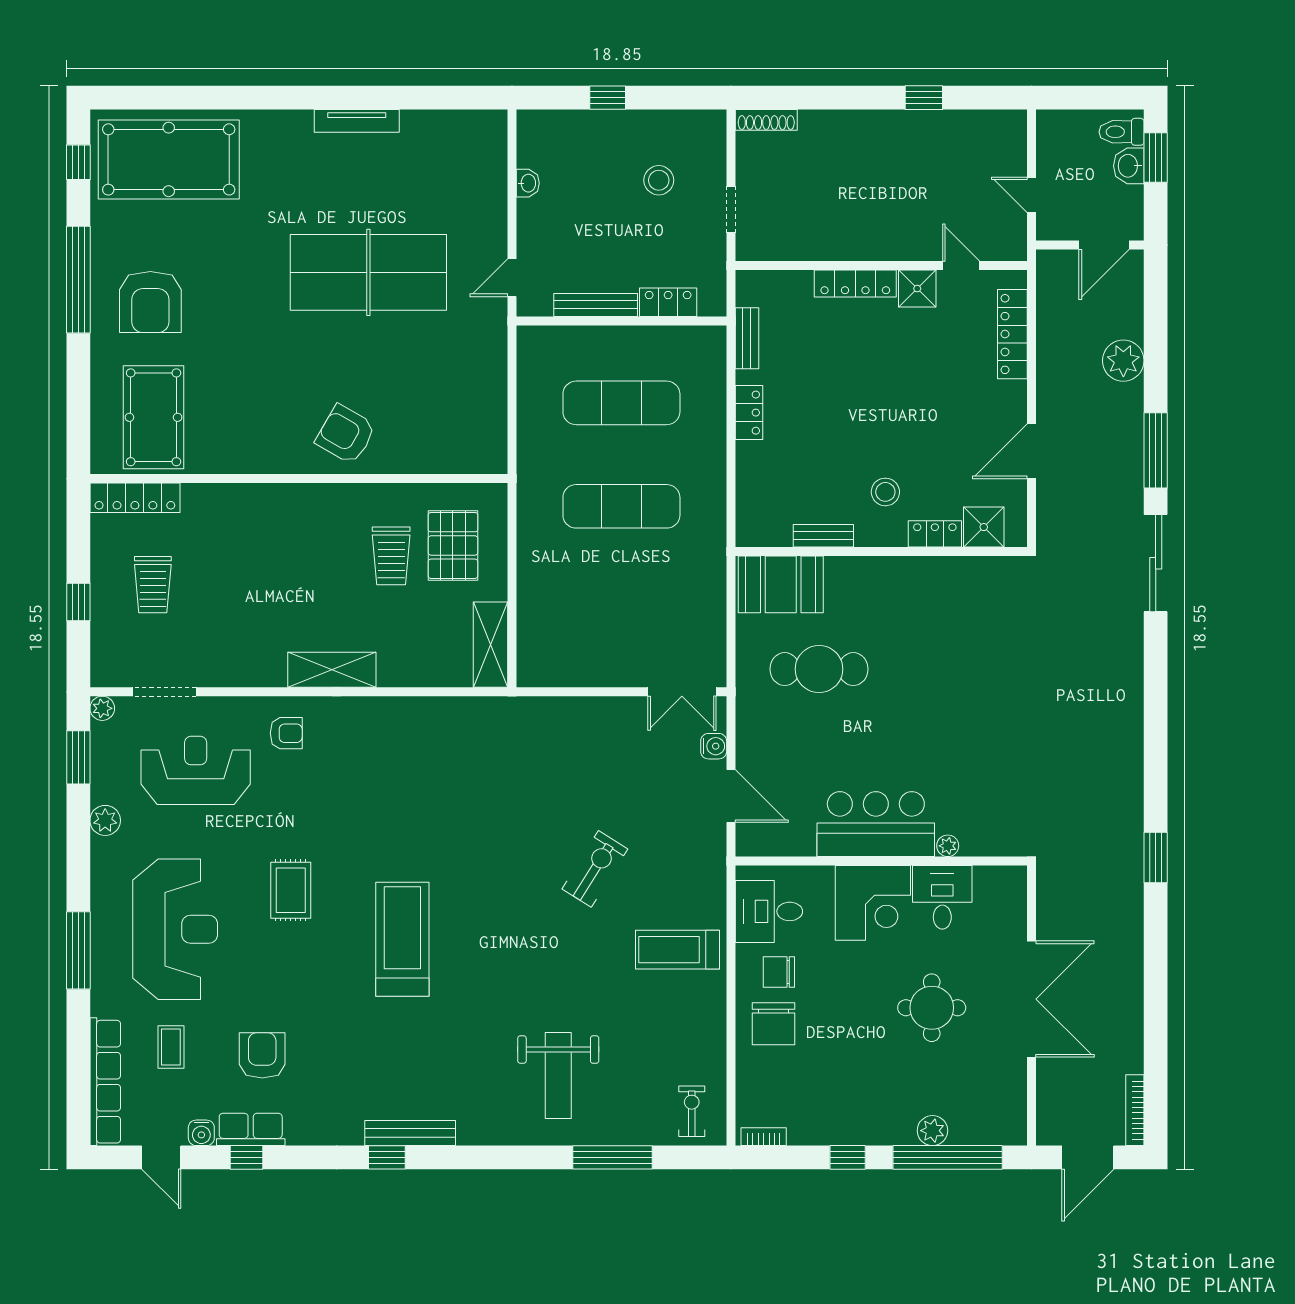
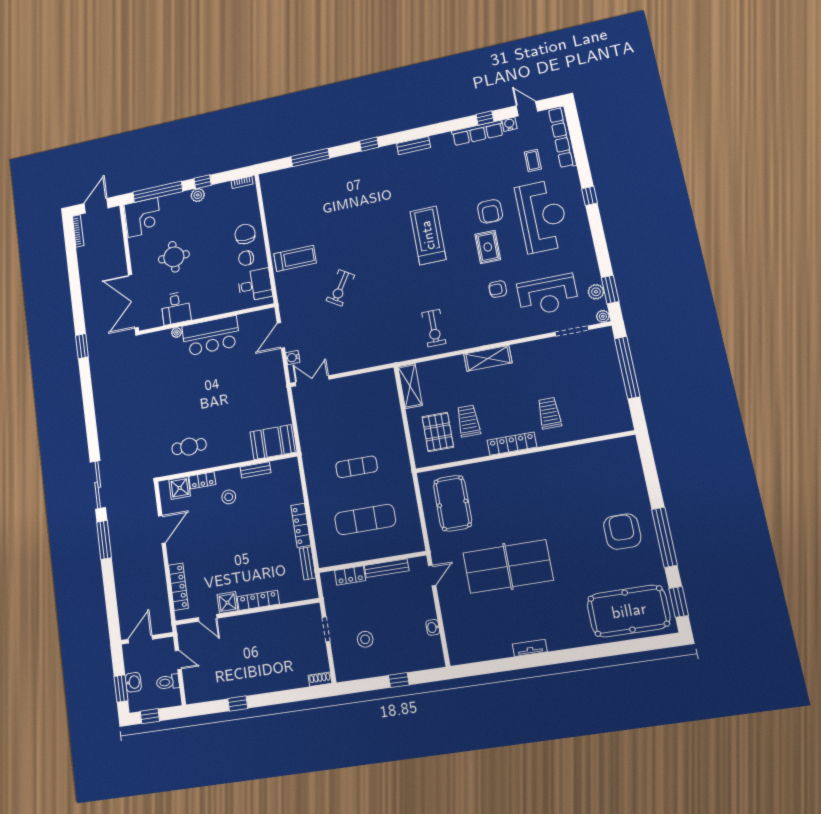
window: (1103, 98) -> (150, 716), added
shoe rack: (766, 120) -> (320, 679), width x0.70
tv unit: (357, 121) -> (530, 648), width x0.71
toilet: (1122, 132) -> (168, 682), moved, turned 180
window: (78, 162) -> (679, 602), width x1.50
plant: (1123, 361) -> (124, 582), removed
locker: (749, 413) -> (301, 525), width x1.53
pool table: (154, 417) -> (453, 503), moved
armchair: (346, 434) -> (504, 479), removed
locker: (135, 498) -> (512, 444), moved
exercise mat: (621, 506) -> (357, 467), width x0.73, depth x0.69
trolley: (153, 585) -> (549, 413), moved
window: (78, 602) -> (627, 368), width x3.17
cafe table: (819, 669) -> (189, 447), moved, width x0.73, depth x0.74
armchair: (286, 733) -> (498, 289), moved
door: (731, 796) -> (281, 335), hinge flipped
plant: (105, 820) -> (596, 292), moved
corner desk: (873, 903) -> (143, 217), moved, turned 180
reception desk: (175, 929) -> (542, 216), turned 180
treadmill: (402, 939) -> (428, 235), turned 180
window: (78, 950) -> (590, 196), width x0.46
chair: (779, 972) -> (246, 258), turned 180
double door: (1032, 999) -> (133, 301), moved
armchair: (262, 1055) -> (490, 211), moved
weight bench: (558, 1075) -> (342, 189), removed
exercise bike: (692, 1111) -> (434, 328), moved, width x1.38, depth x1.39
row of seats: (251, 1129) -> (477, 133), width x1.48
plant: (932, 1131) -> (198, 195), moved
bench: (410, 1133) -> (413, 146), width x0.73
window: (387, 1157) -> (369, 144), moved

